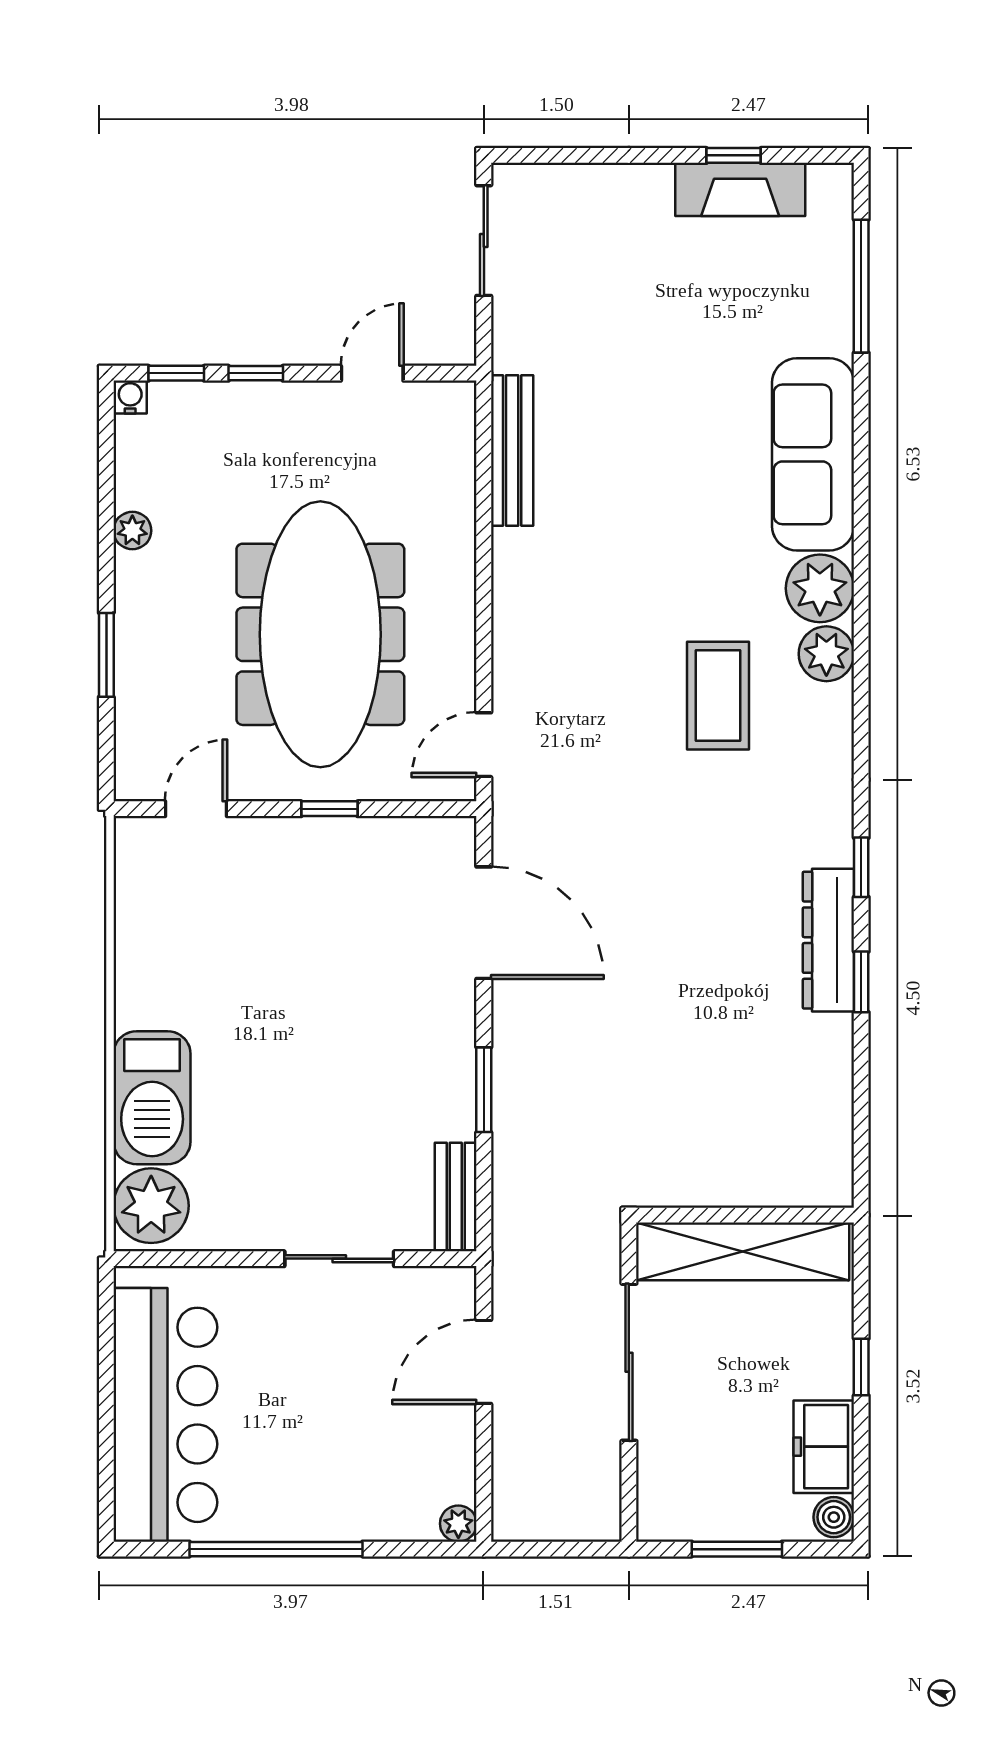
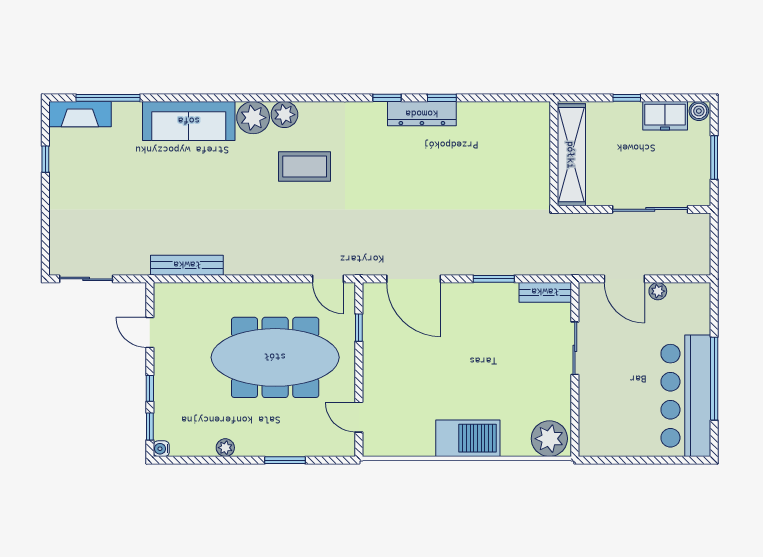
fireplace: (740, 189) -> (80, 114), moved, turned 90
window: (329, 809) -> (359, 328), moved
door: (484, 923) -> (414, 279), swing flipped
barbecue: (152, 1098) -> (468, 438), moved
sliding door: (629, 1362) -> (650, 209), moved
bar counter: (165, 1415) -> (686, 396), moved, turned -90
plant: (458, 1524) -> (658, 291), moved

